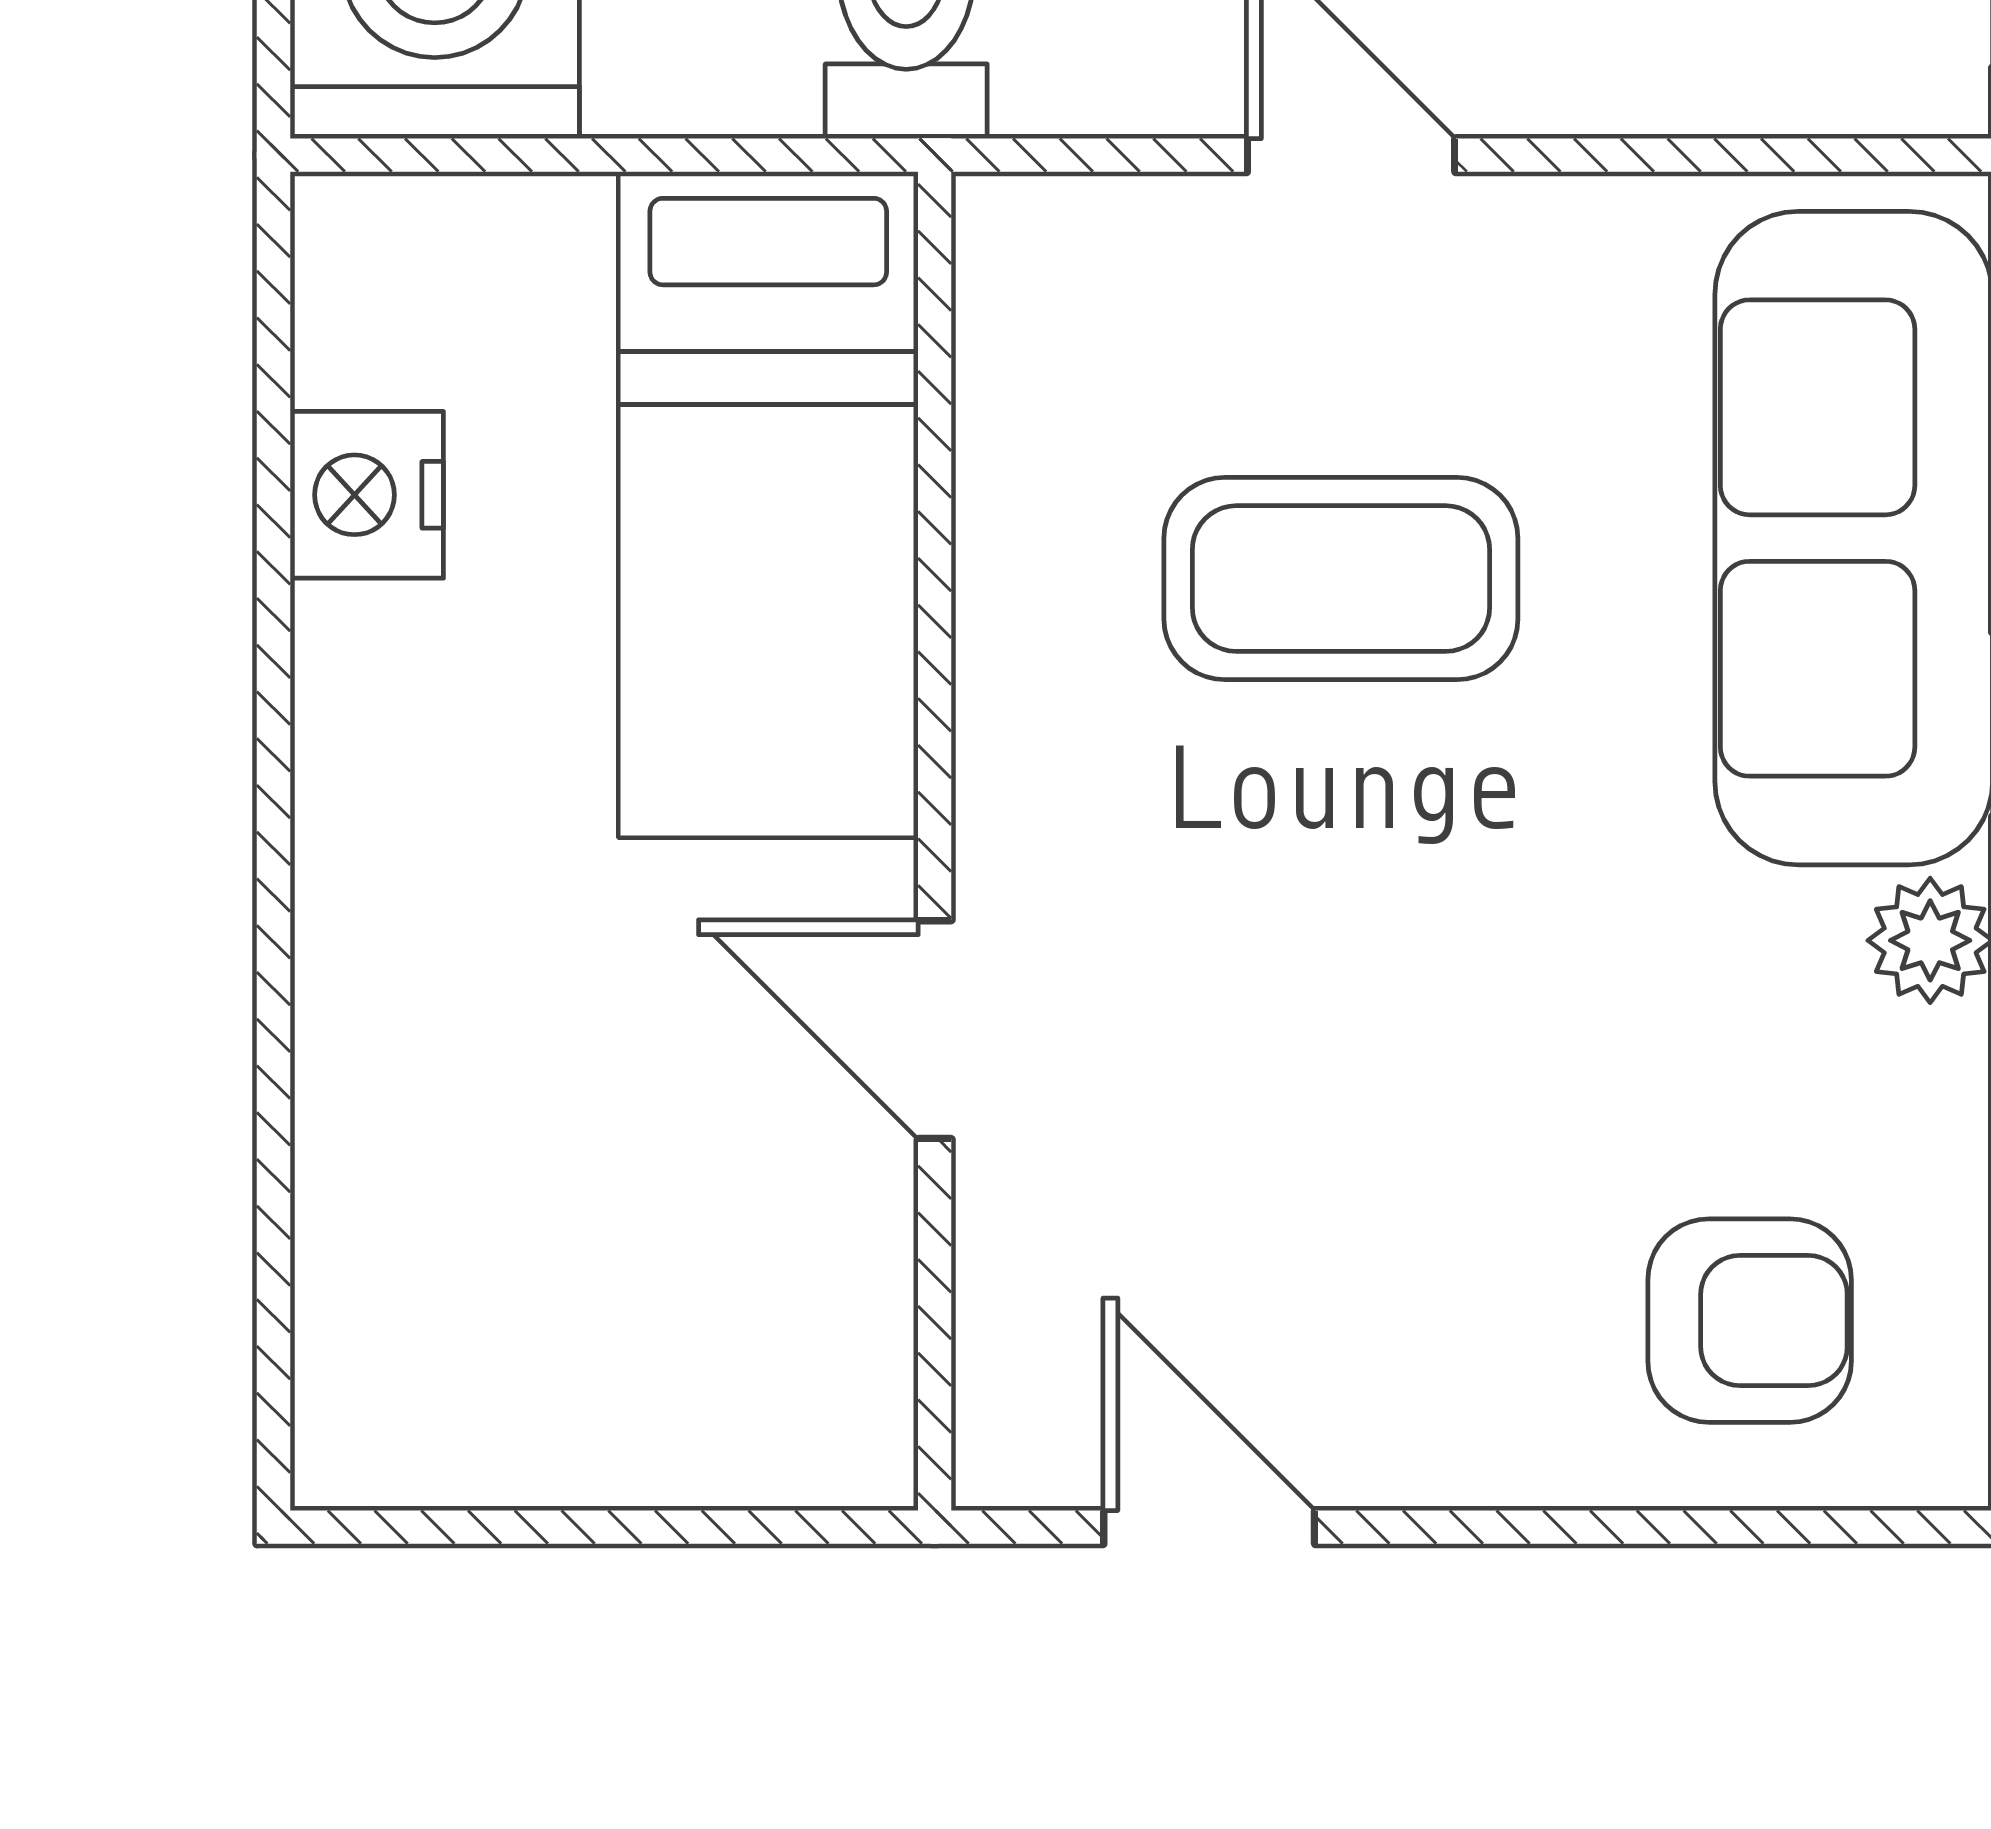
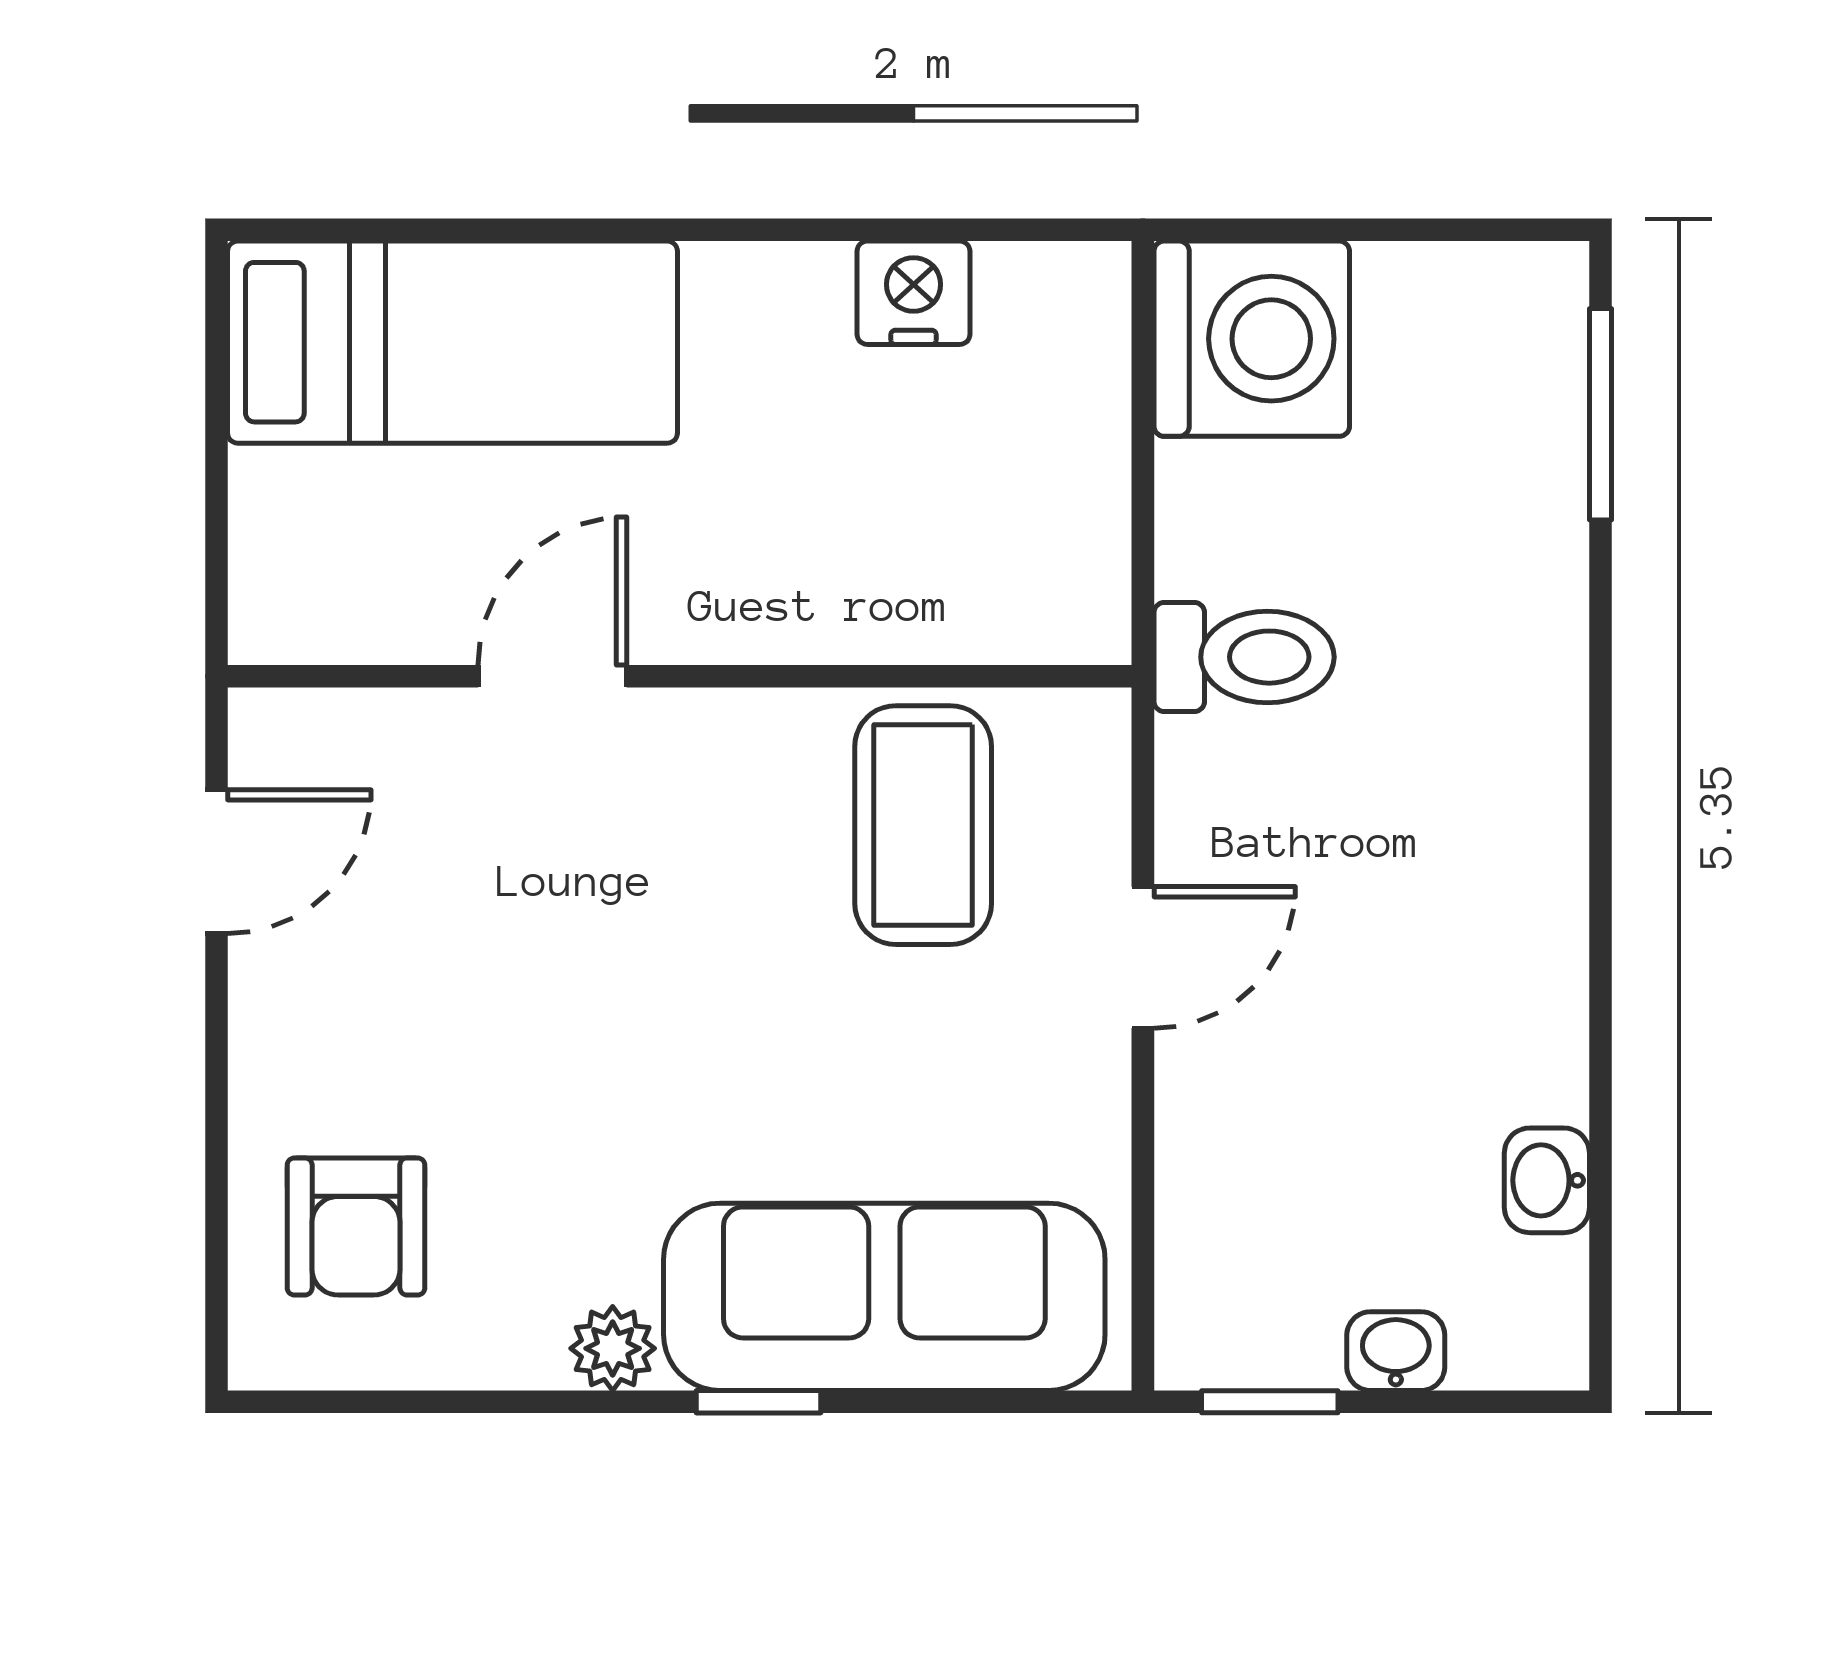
bed: (768, 505) -> (452, 342), moved, turned 180
coffee table: (1341, 579) -> (923, 825), moved

